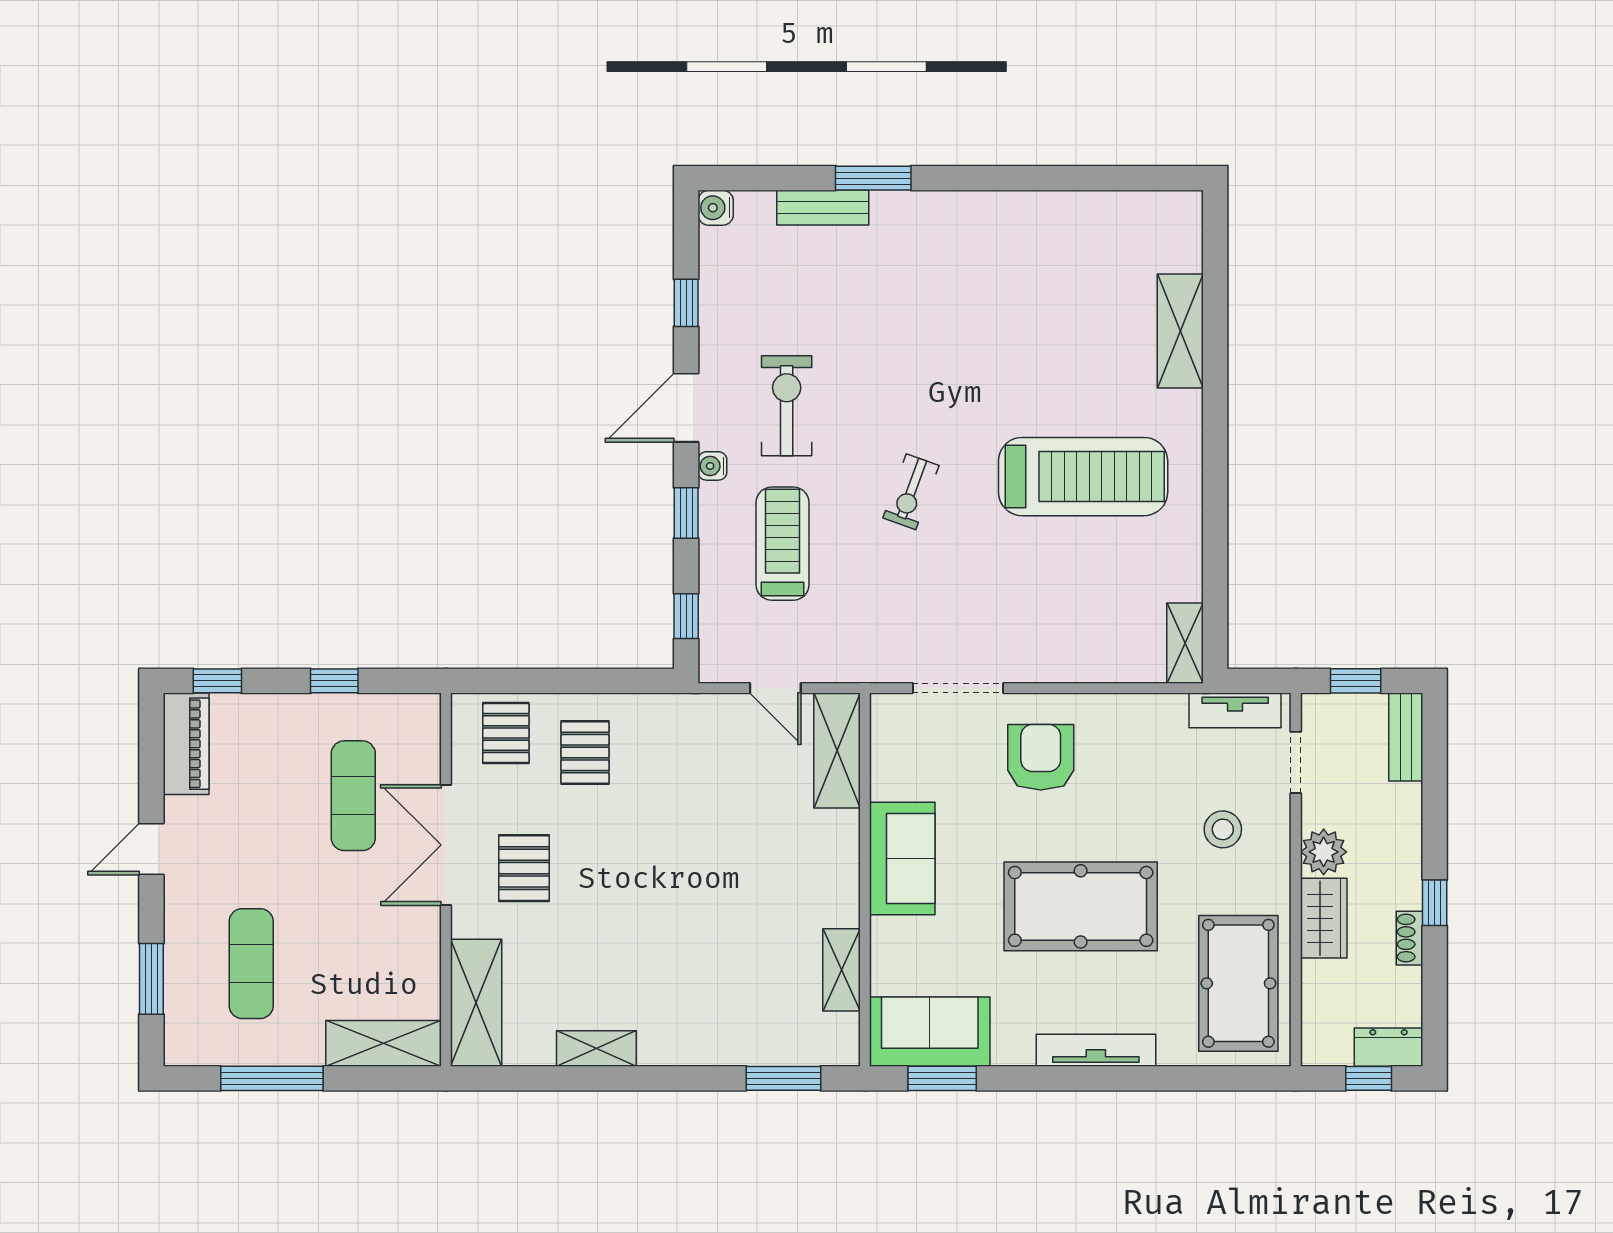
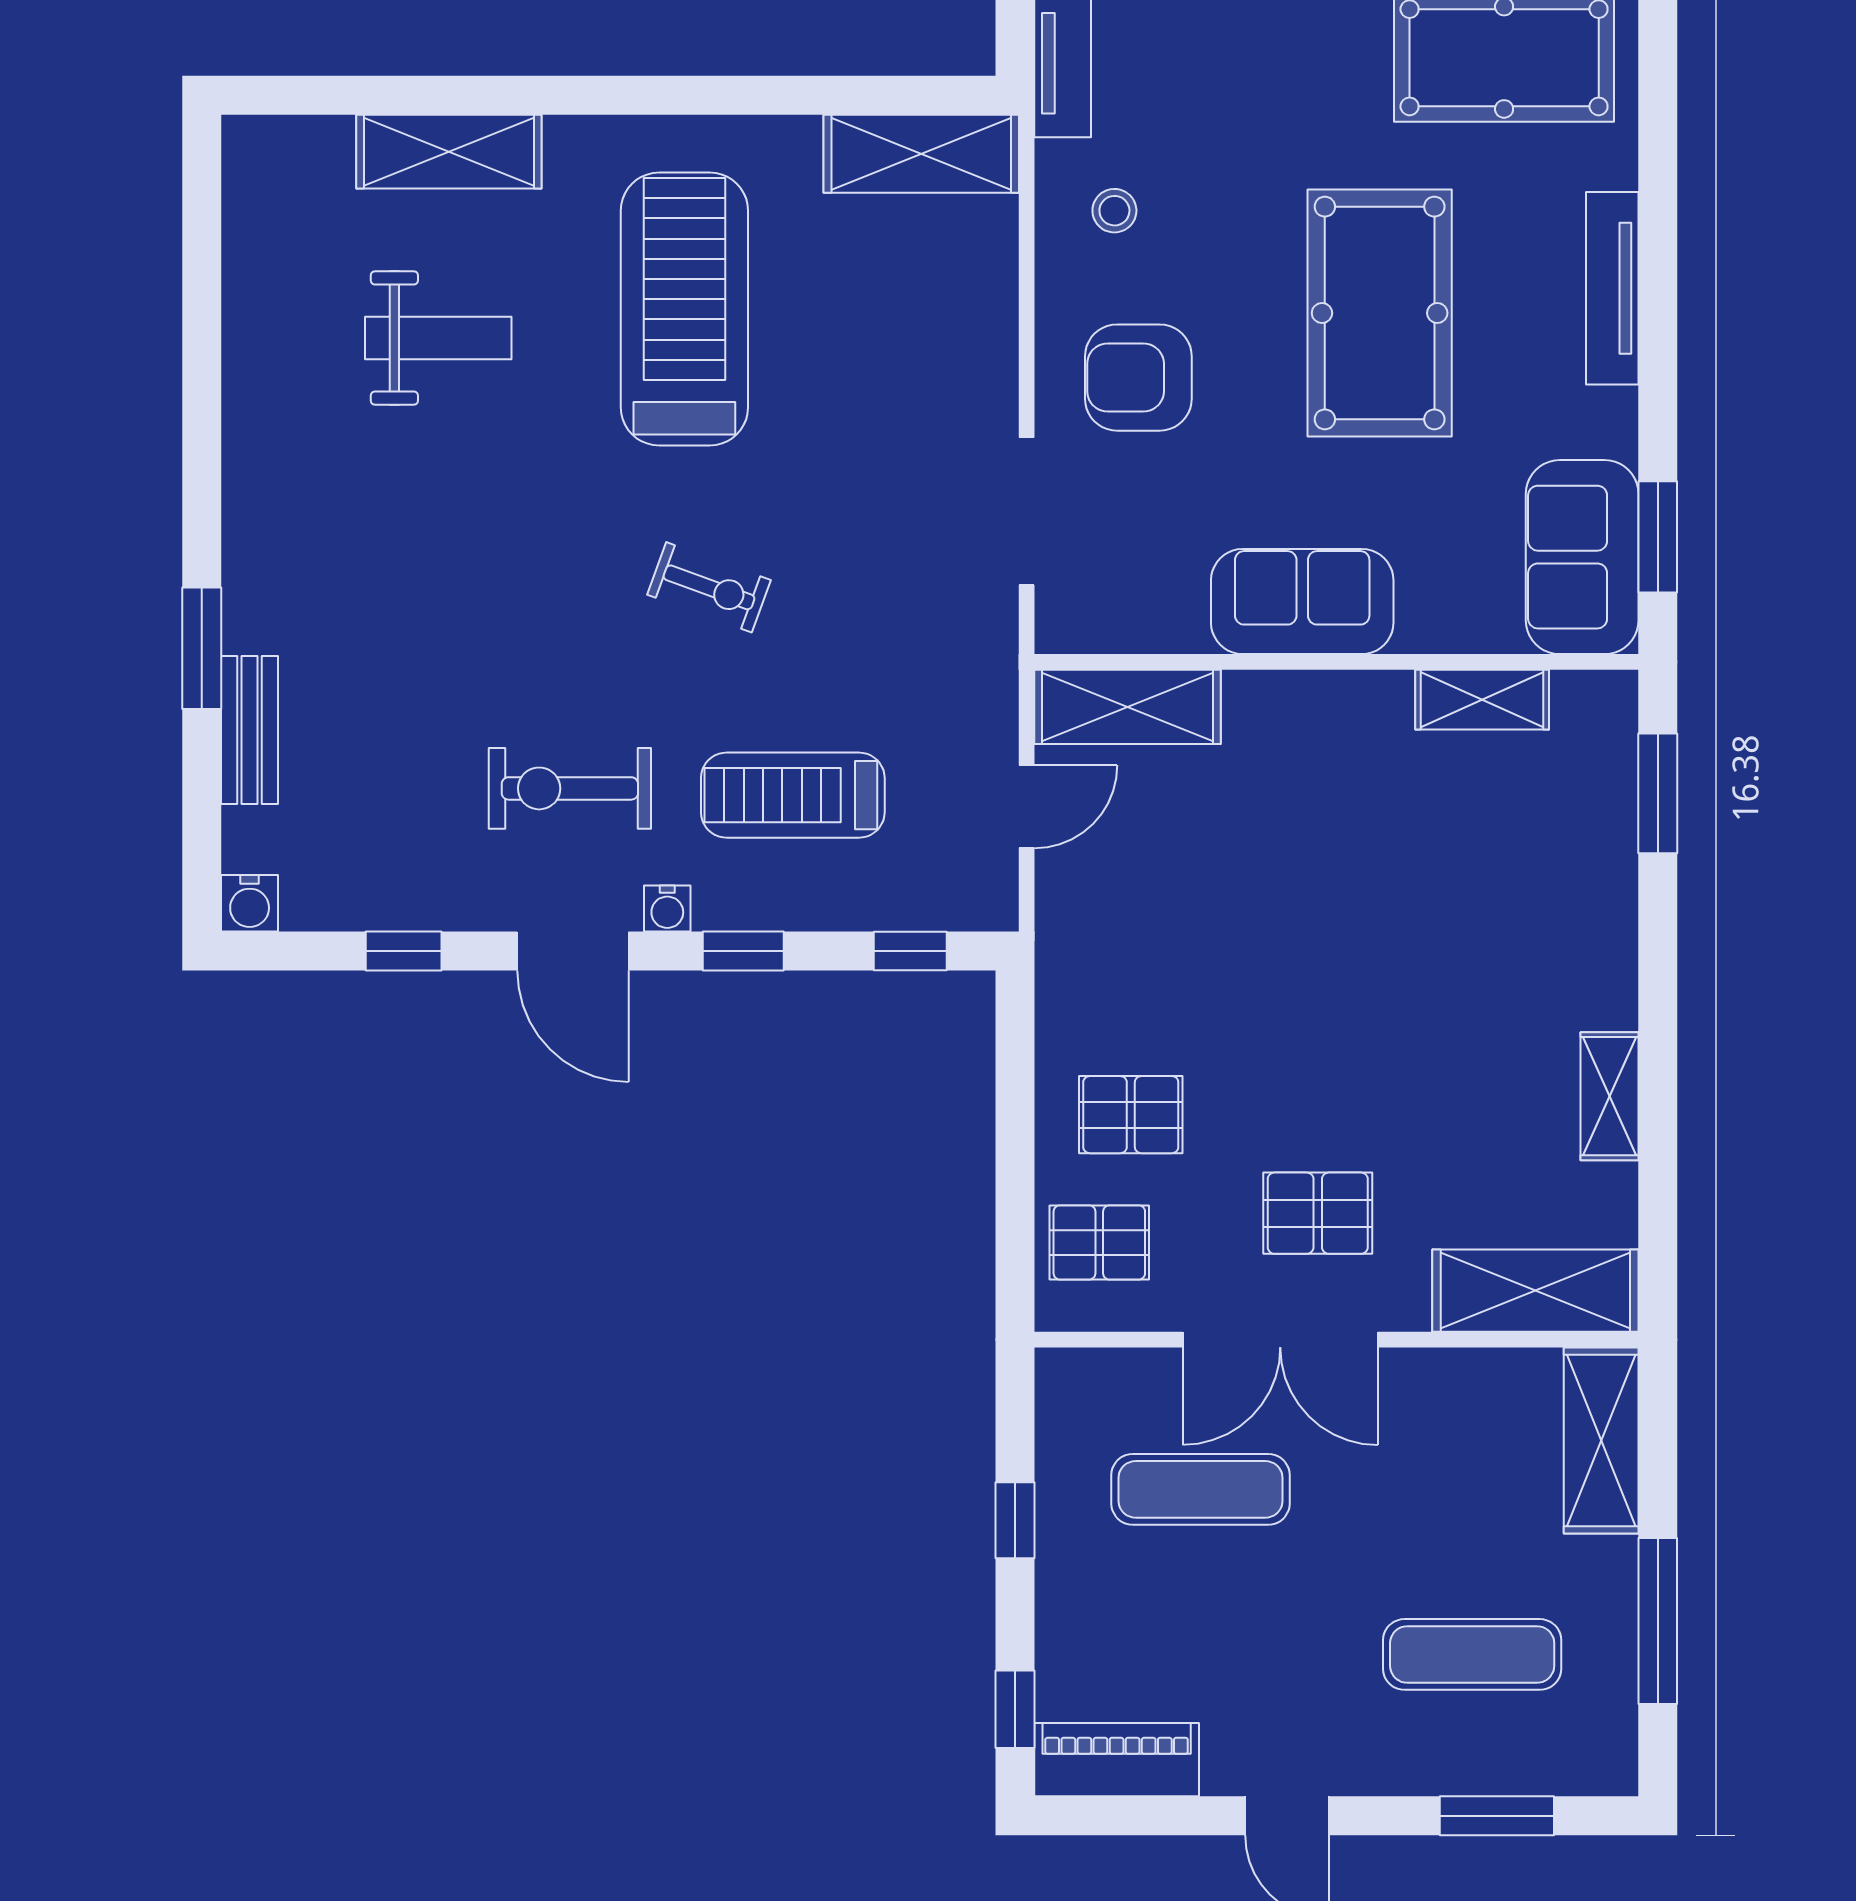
weight bench: (1065, 324) -> (438, 338), added
shelving: (1185, 643) -> (921, 154), width x1.50, depth x1.33
stool: (1223, 829) -> (1114, 211), moved, width x0.73, depth x0.73

